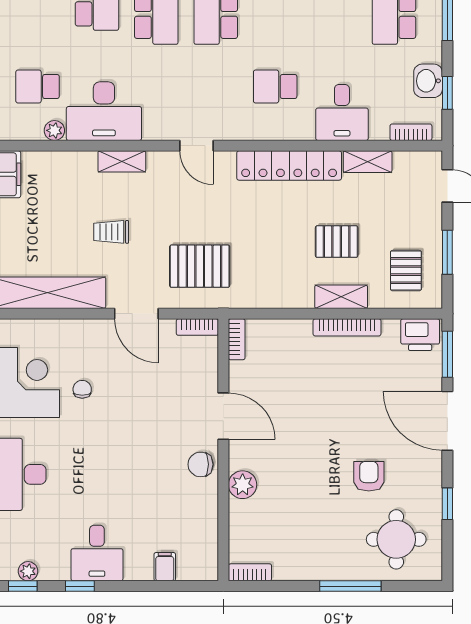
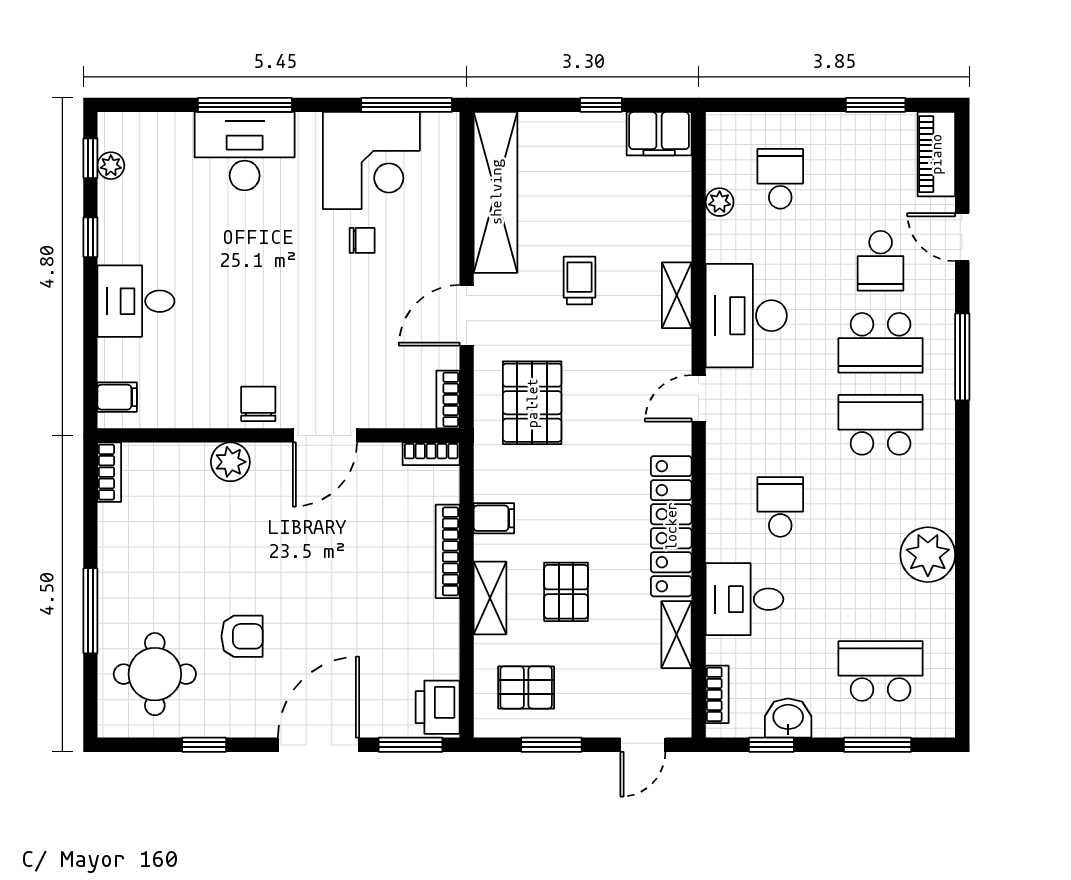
desk: (104, 111) -> (746, 316), moved
filing cabinet: (283, 294) -> (494, 518), added
bookcase: (347, 327) -> (448, 551), moved
desk: (97, 553) -> (136, 301), moved
filing cabinet: (165, 567) -> (117, 397), moved

